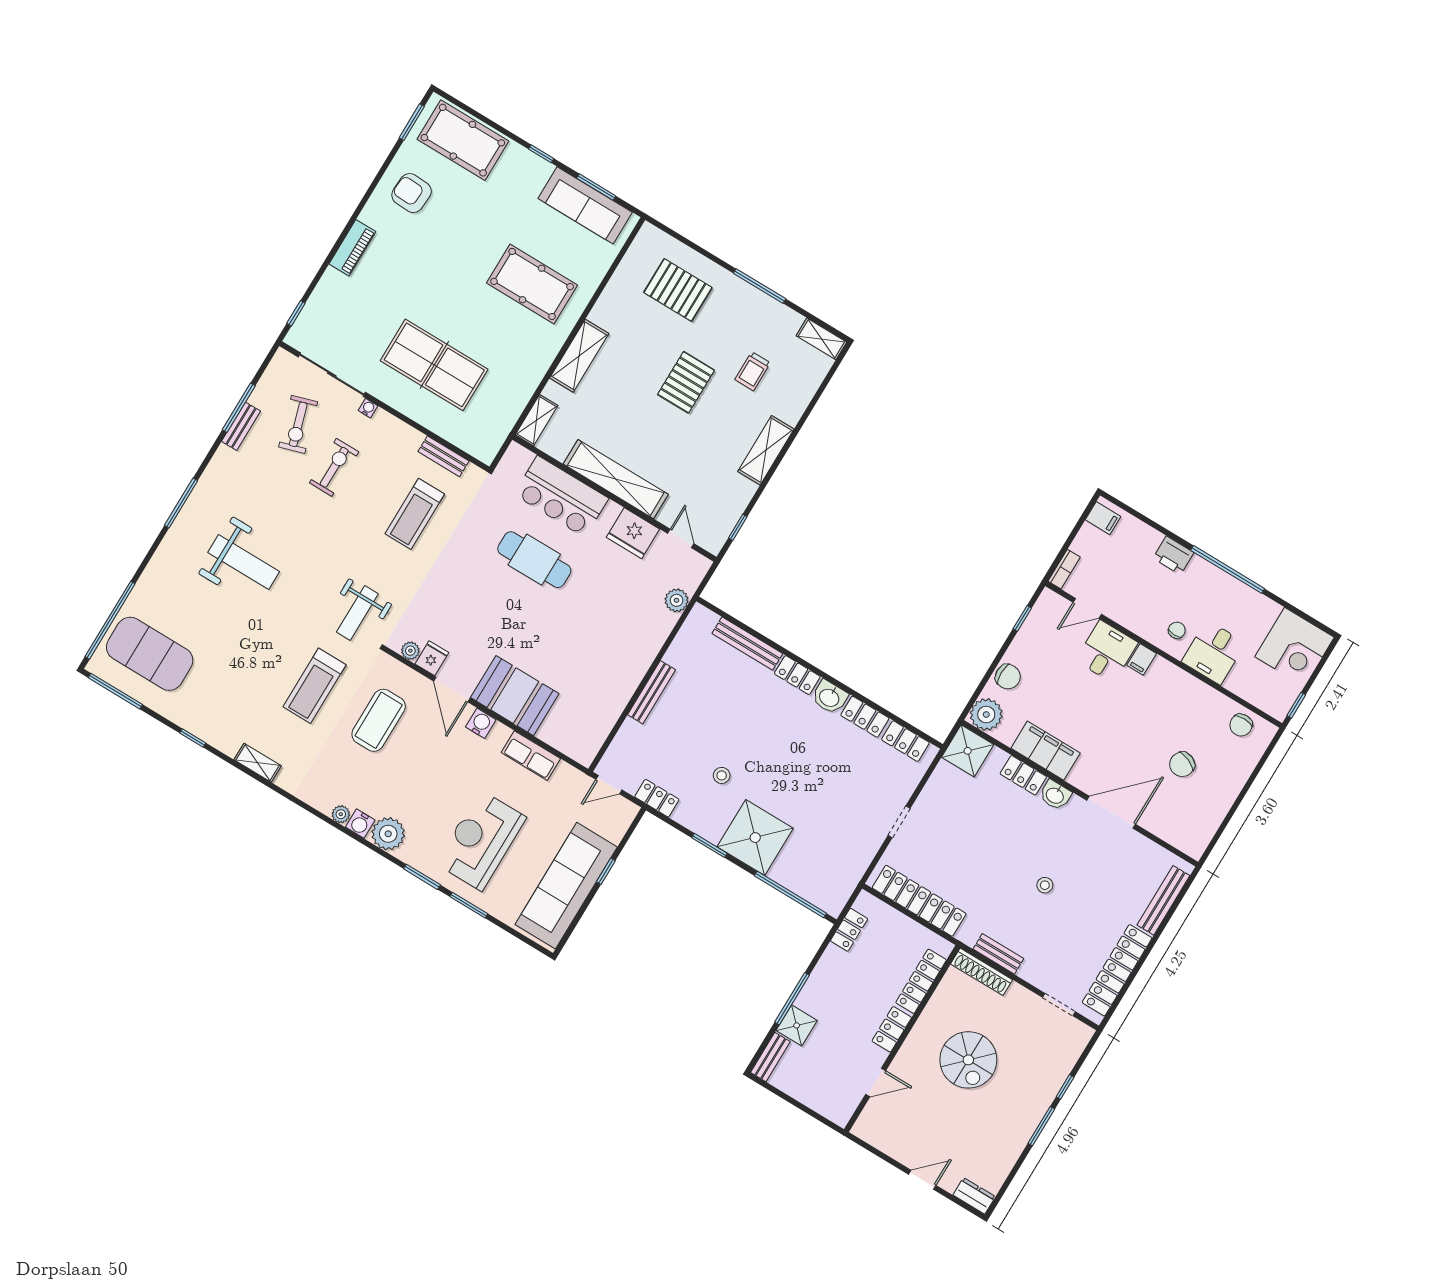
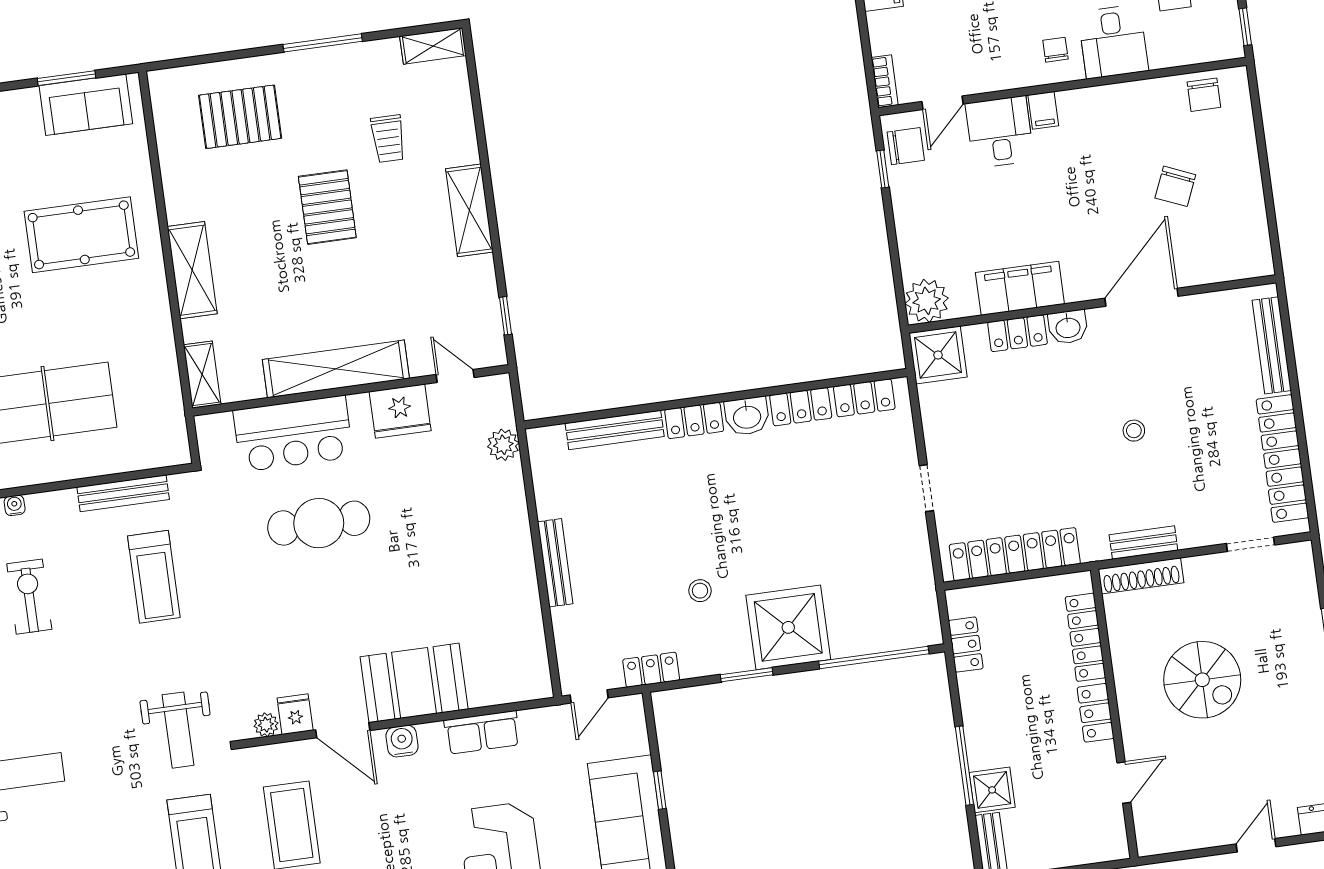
sofa: (585, 205) -> (86, 105), width x0.73
bench: (443, 456) -> (123, 493), width x1.36
chair: (1008, 677) -> (906, 146), moved

